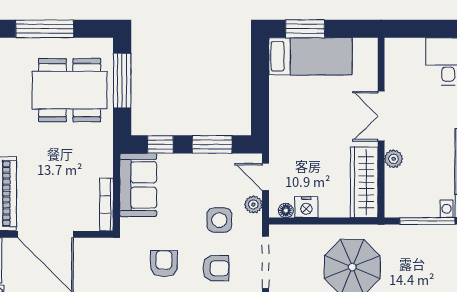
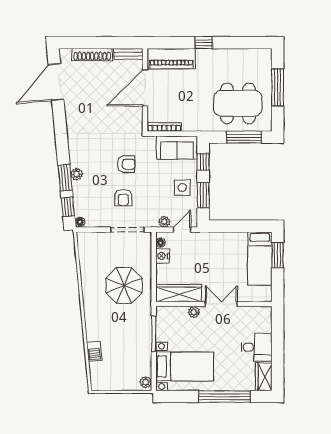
dining table: (70, 90) -> (238, 103), turned 90
side table: (219, 220) -> (182, 188), moved

